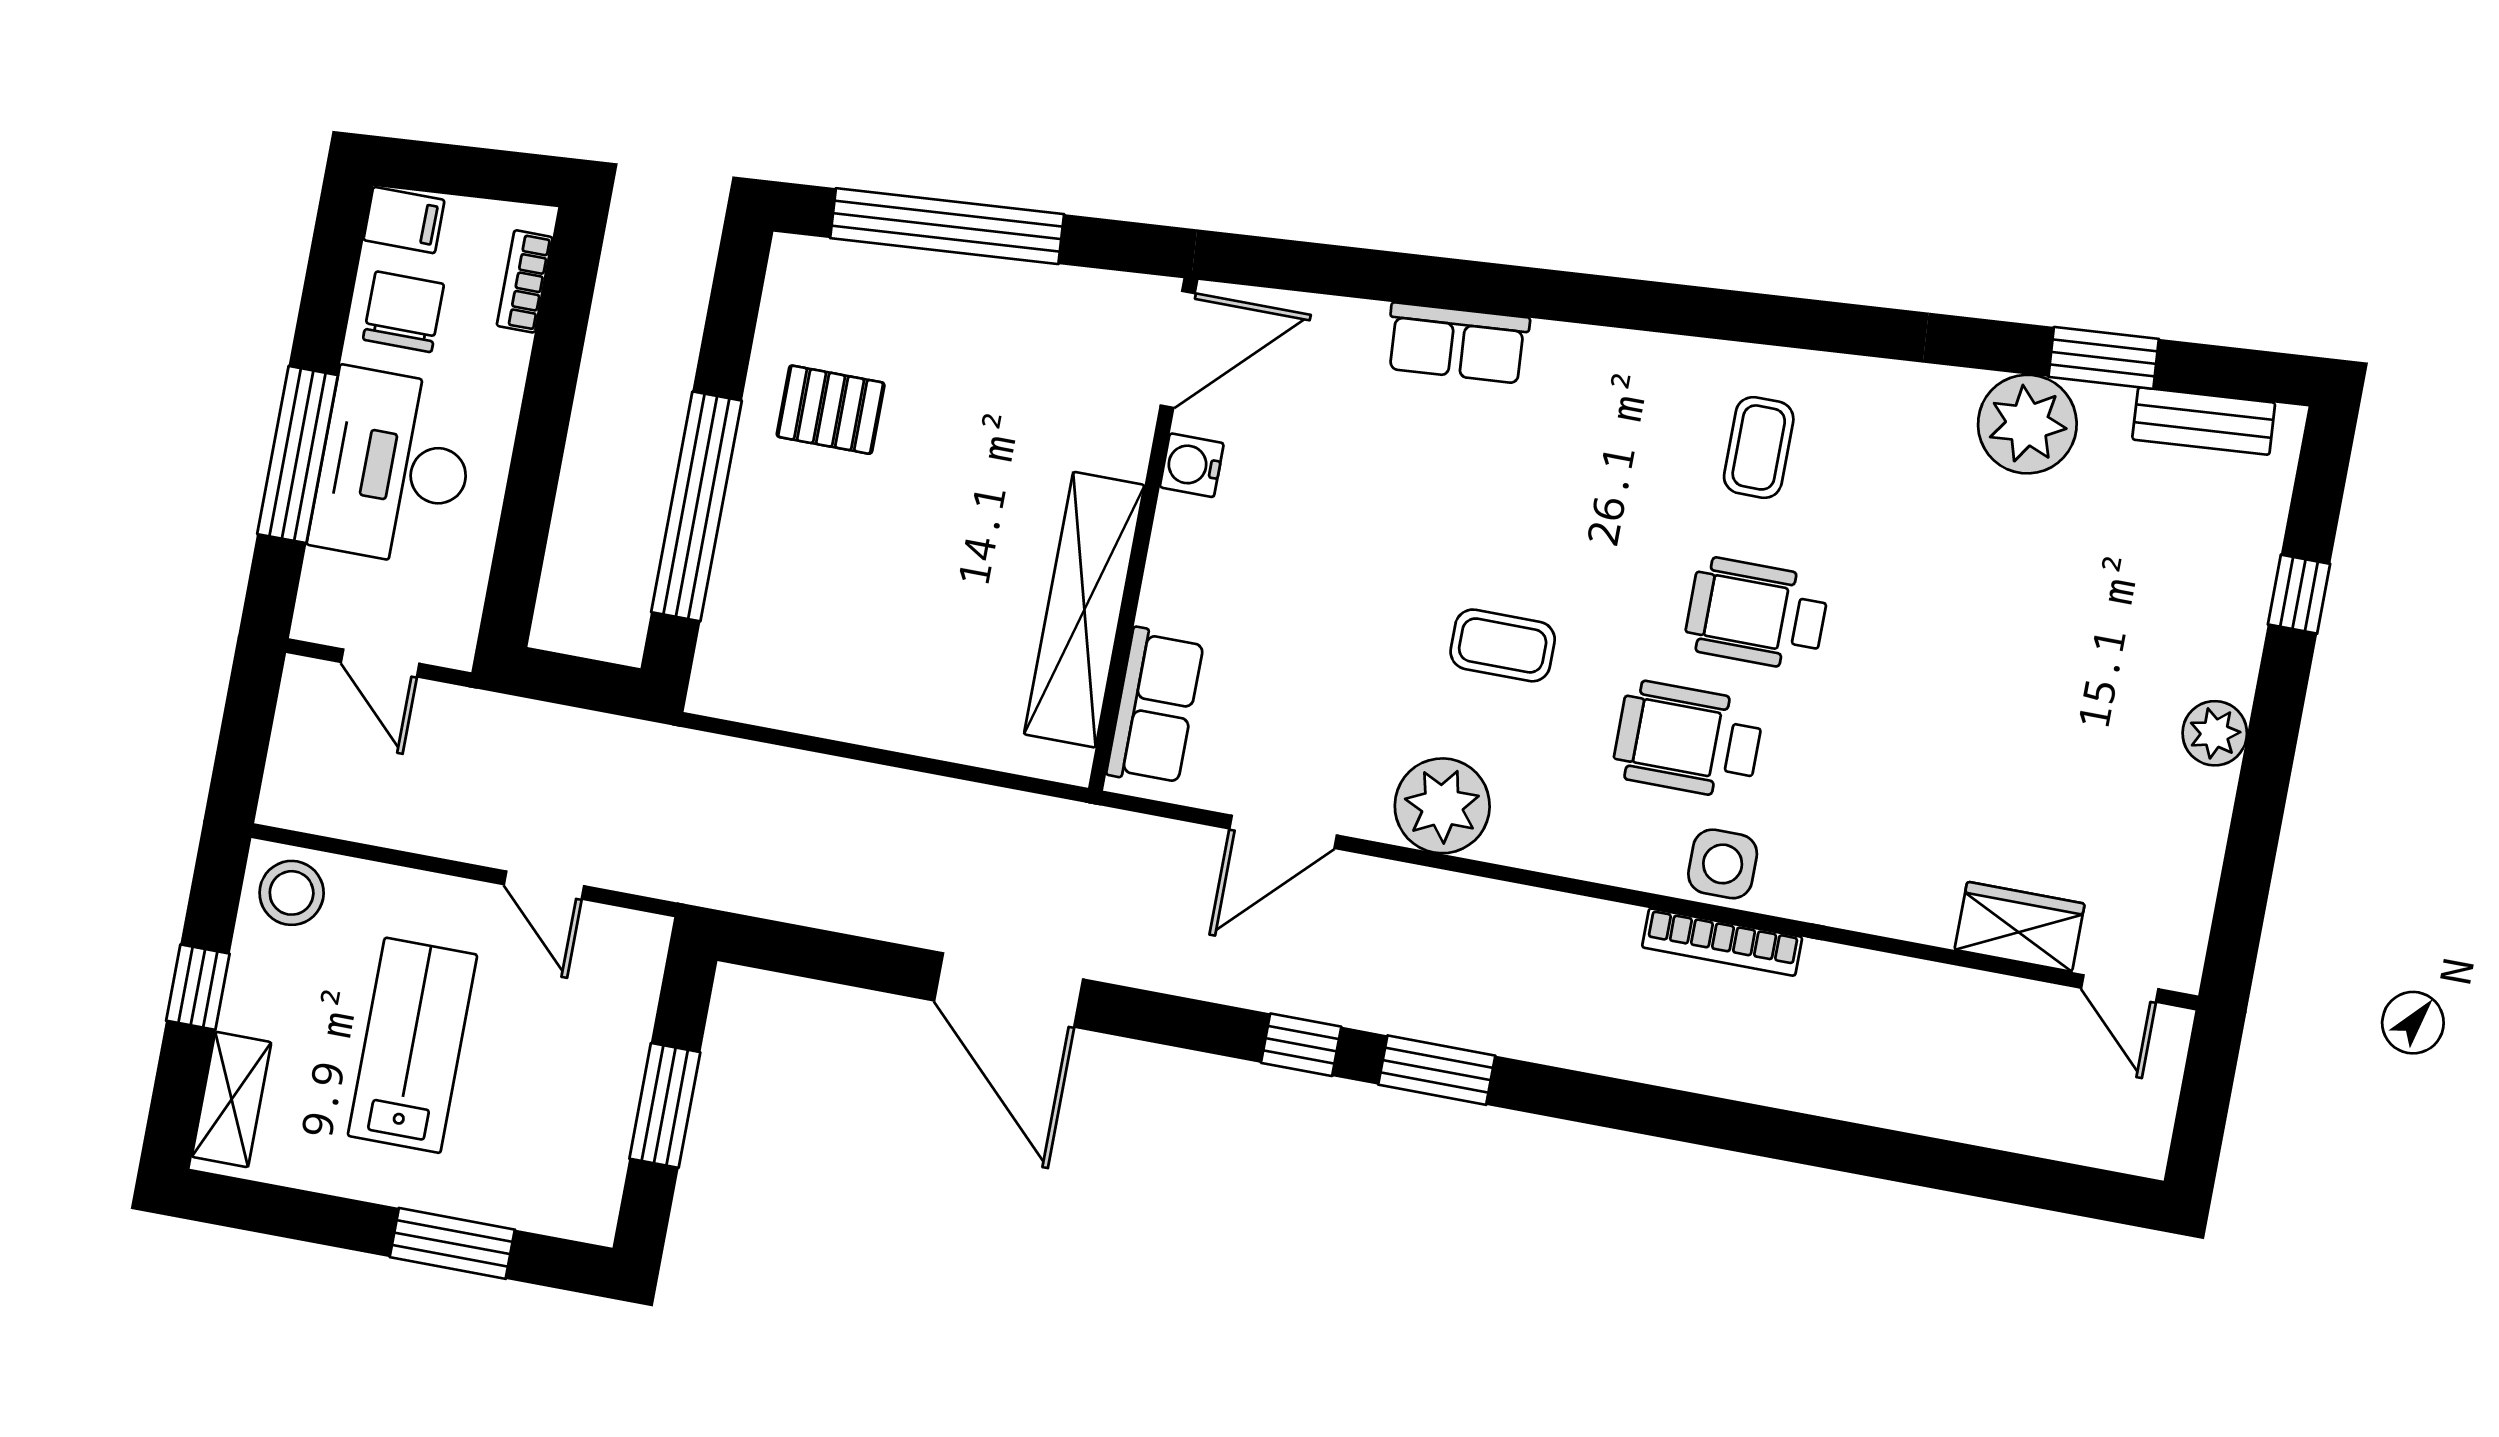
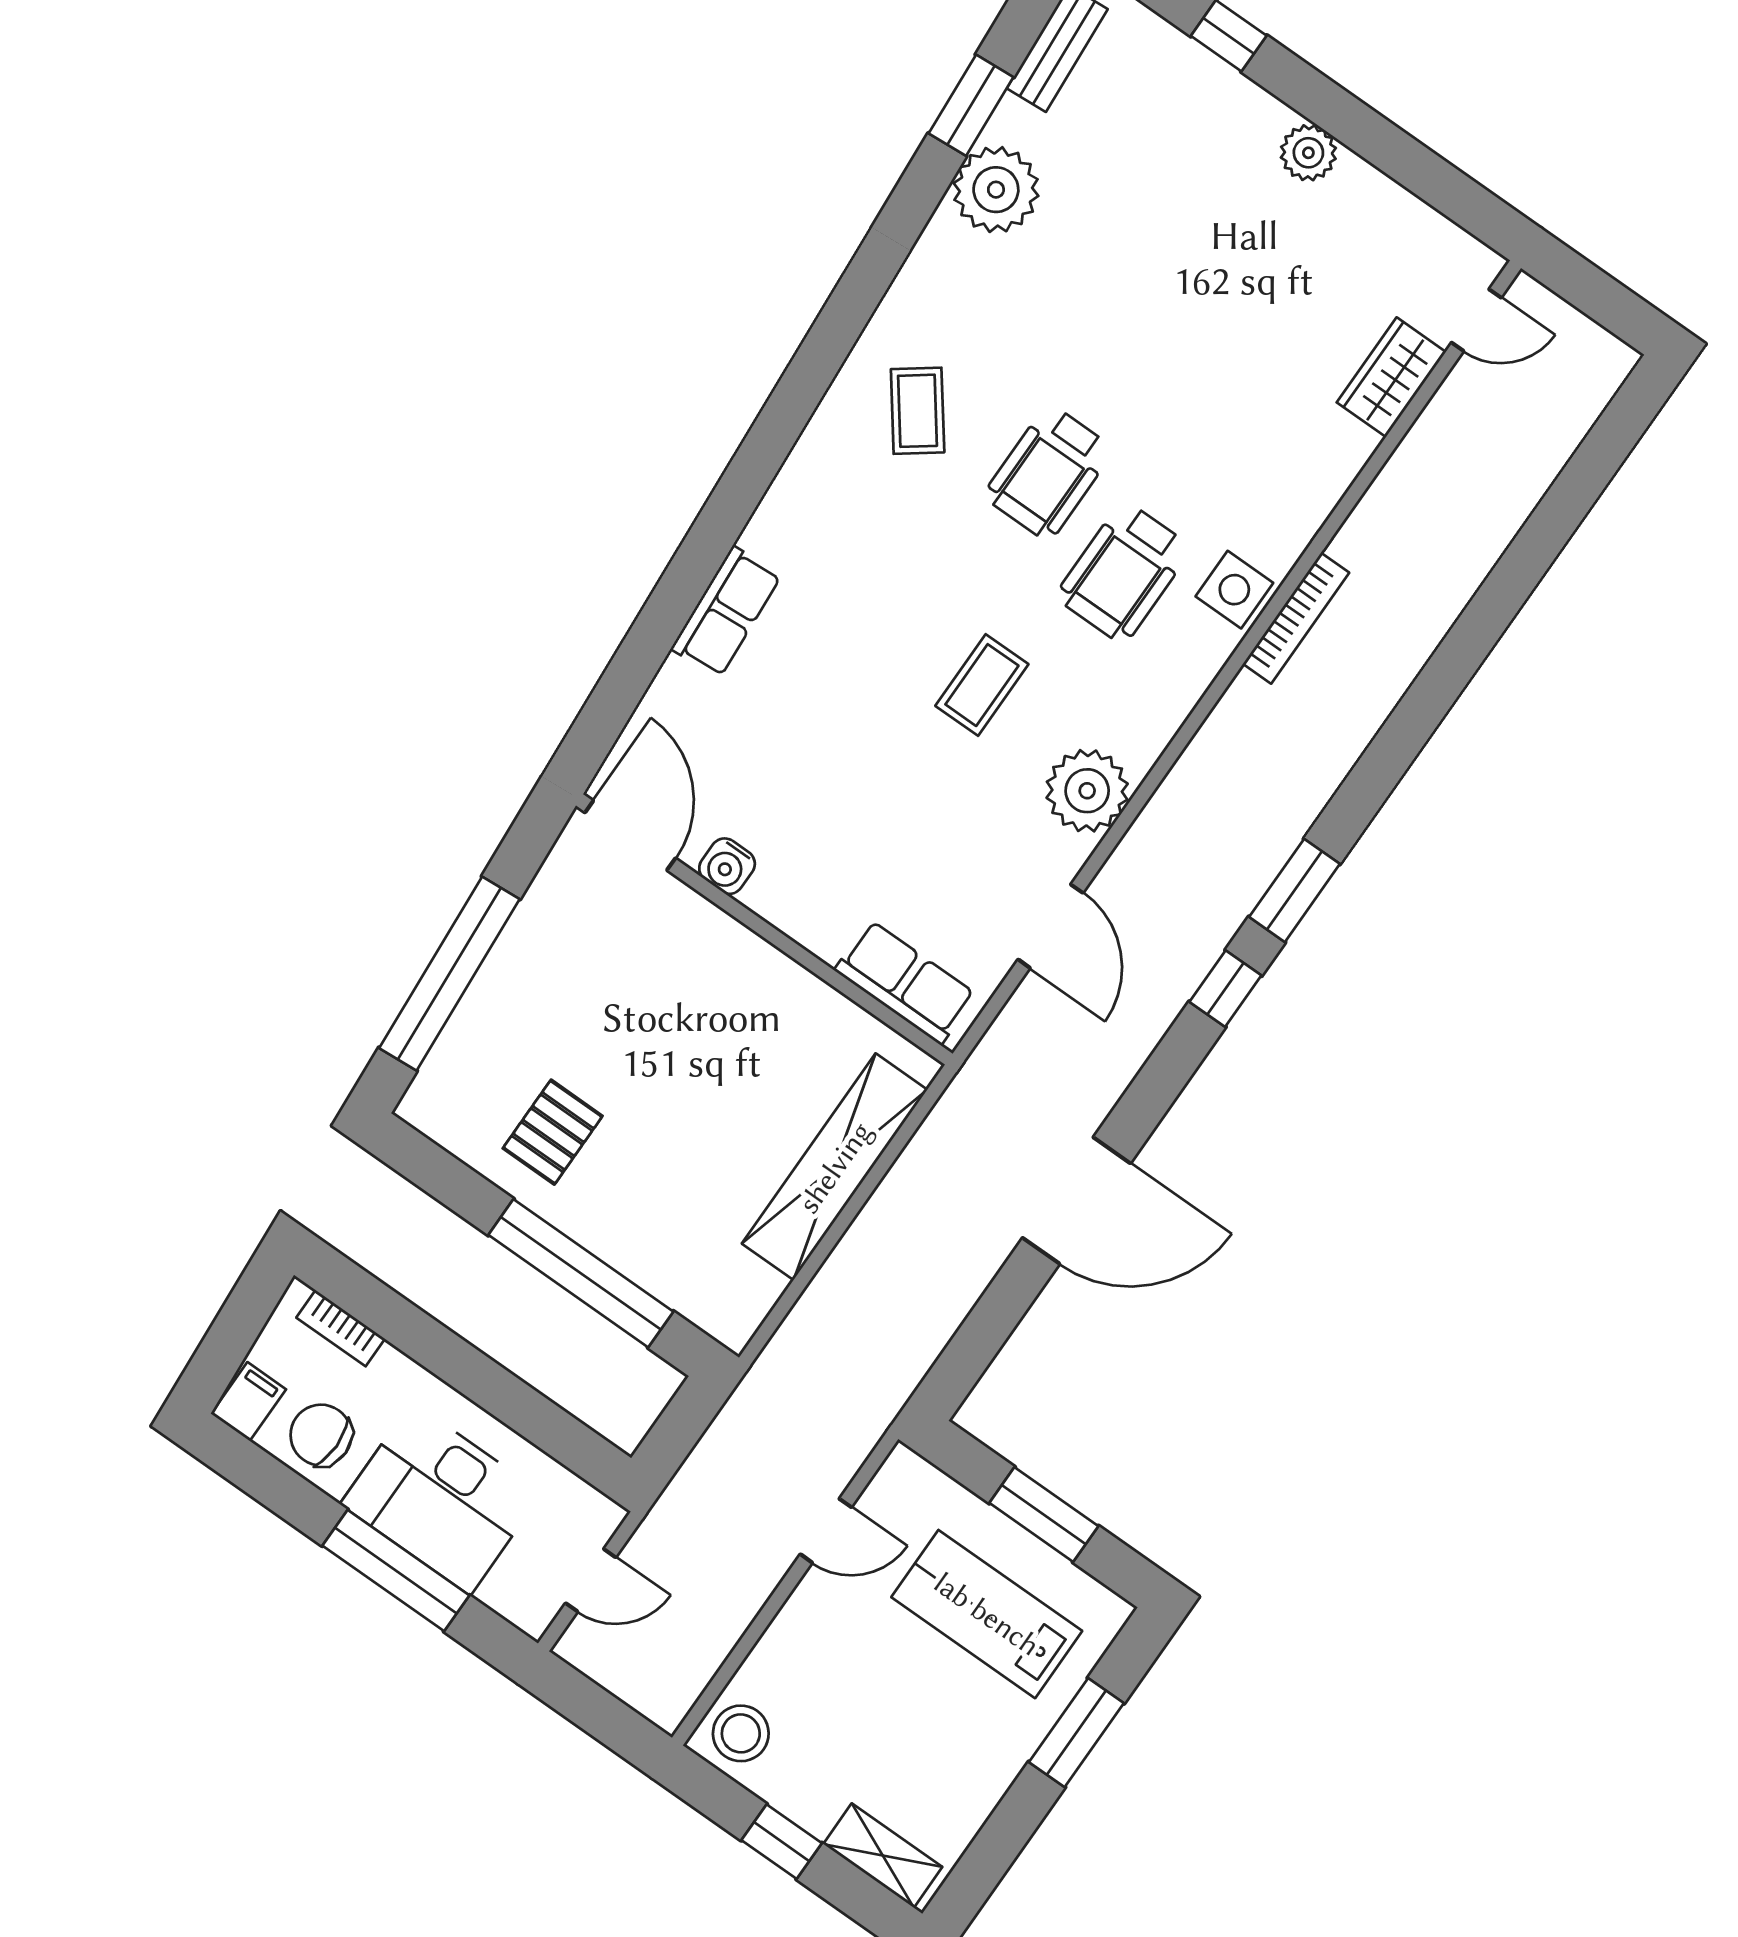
coffee table: (1759, 447) -> (918, 411), turned 53
shelving: (1084, 610) -> (835, 1167), moved, turned 90
lab bench: (413, 1045) -> (987, 1614), moved

